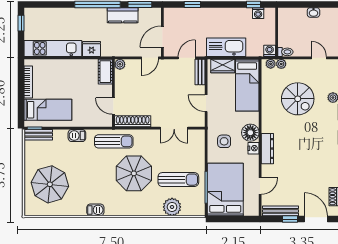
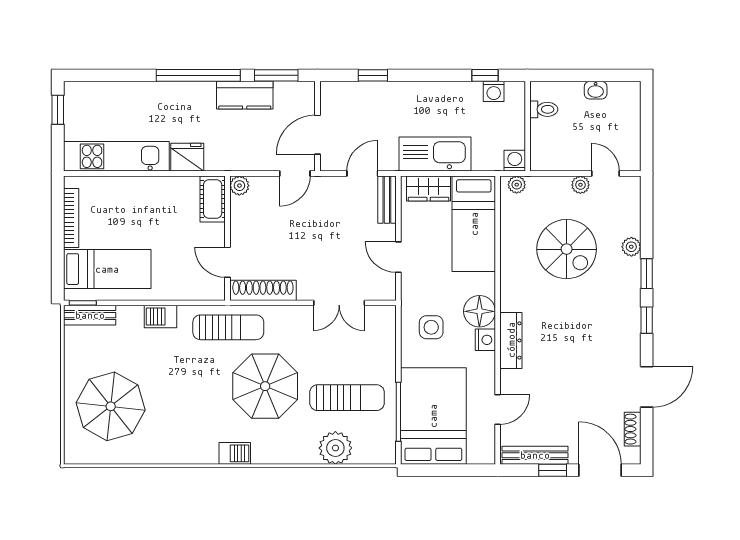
toilet: (285, 52) -> (544, 109), moved
plant: (281, 64) -> (580, 185), moved
barbecue: (95, 210) -> (235, 453), moved

